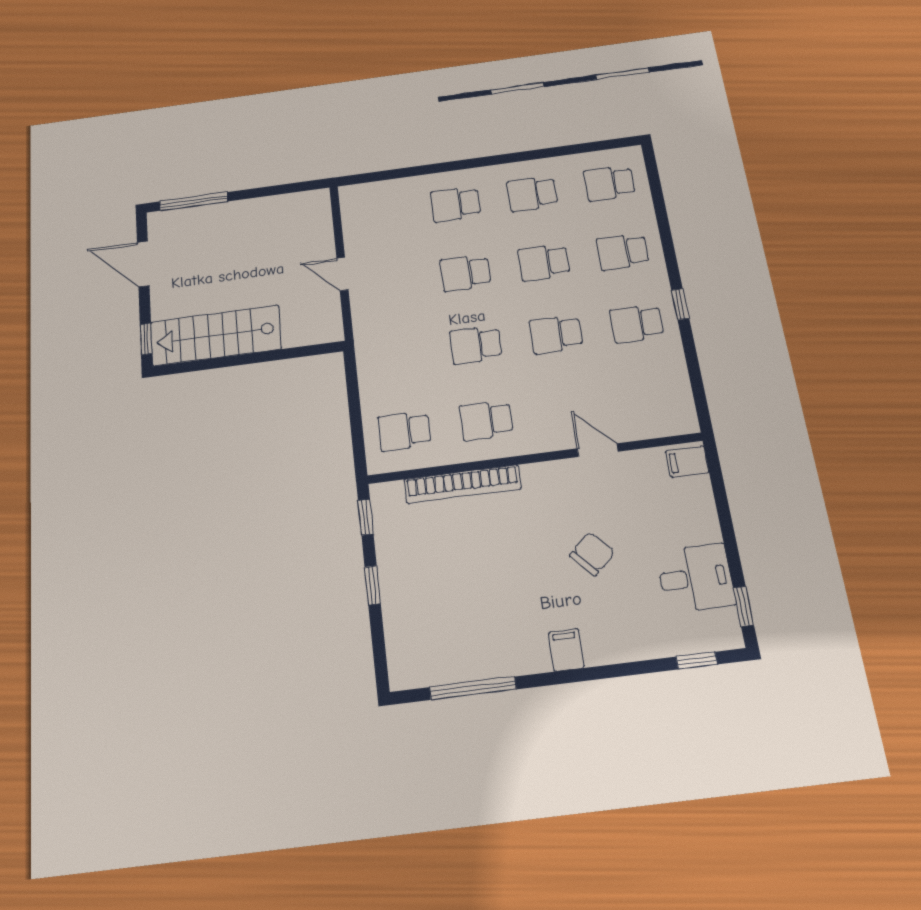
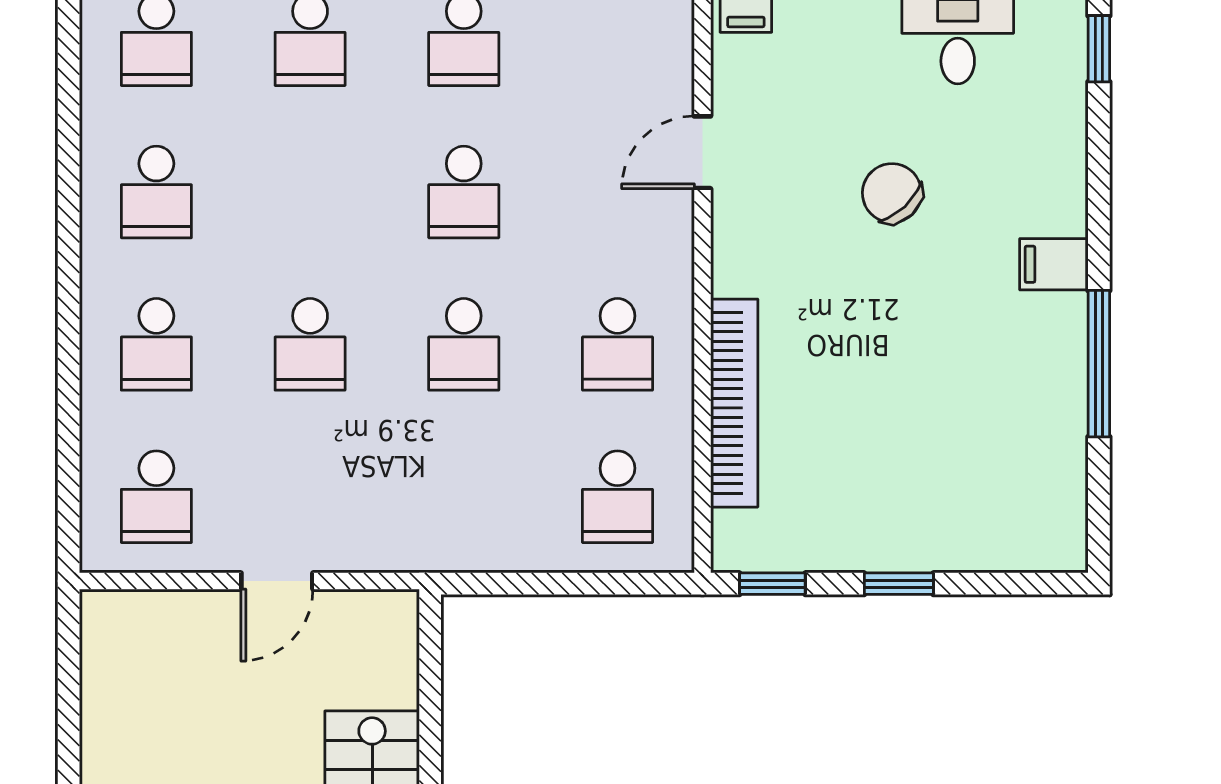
school desk: (544, 262) -> (156, 497), moved
window: (473, 688) -> (1099, 364), moved

